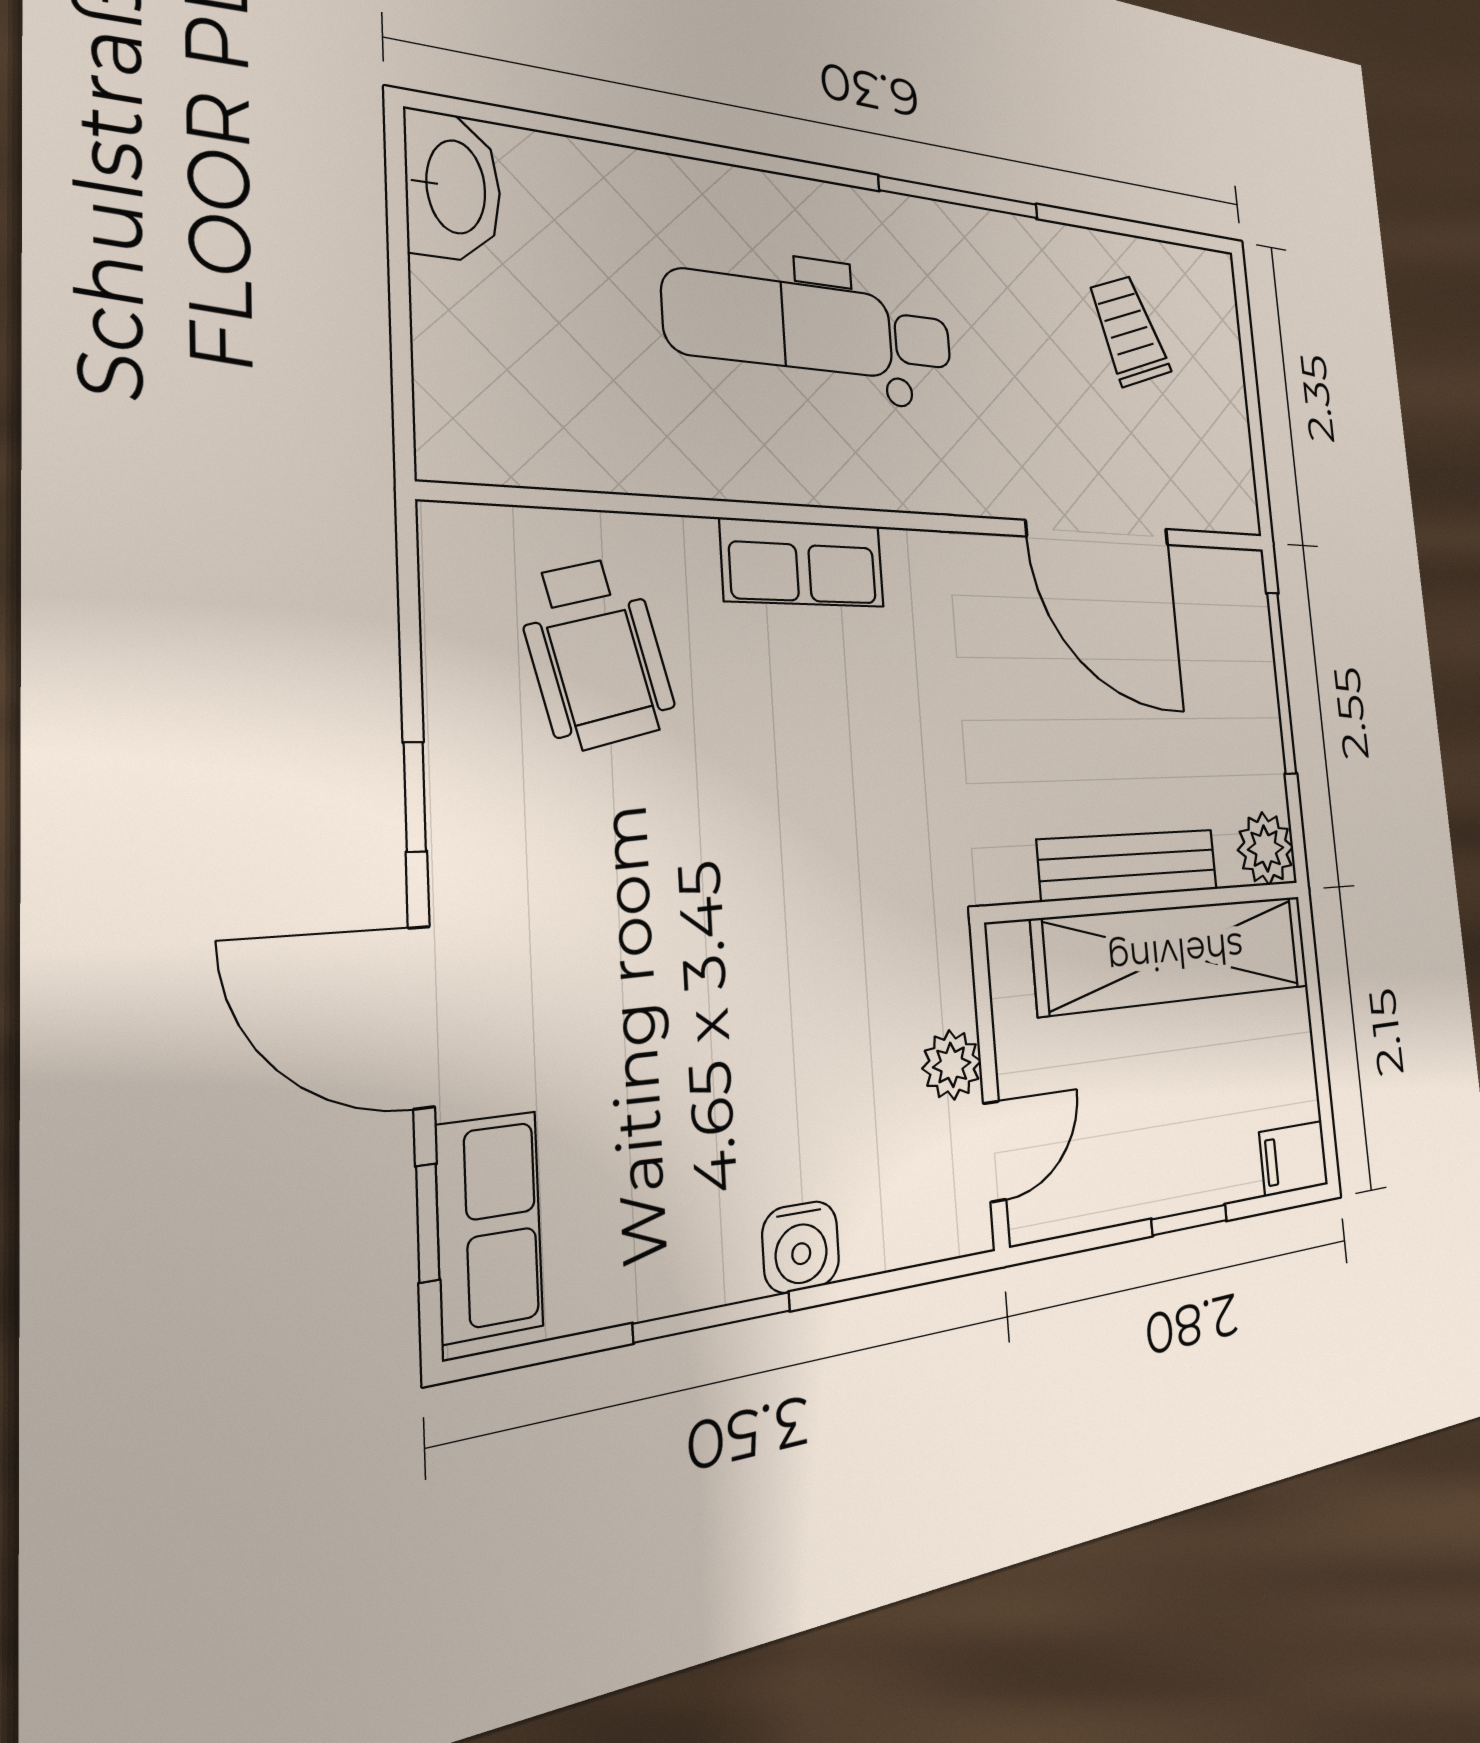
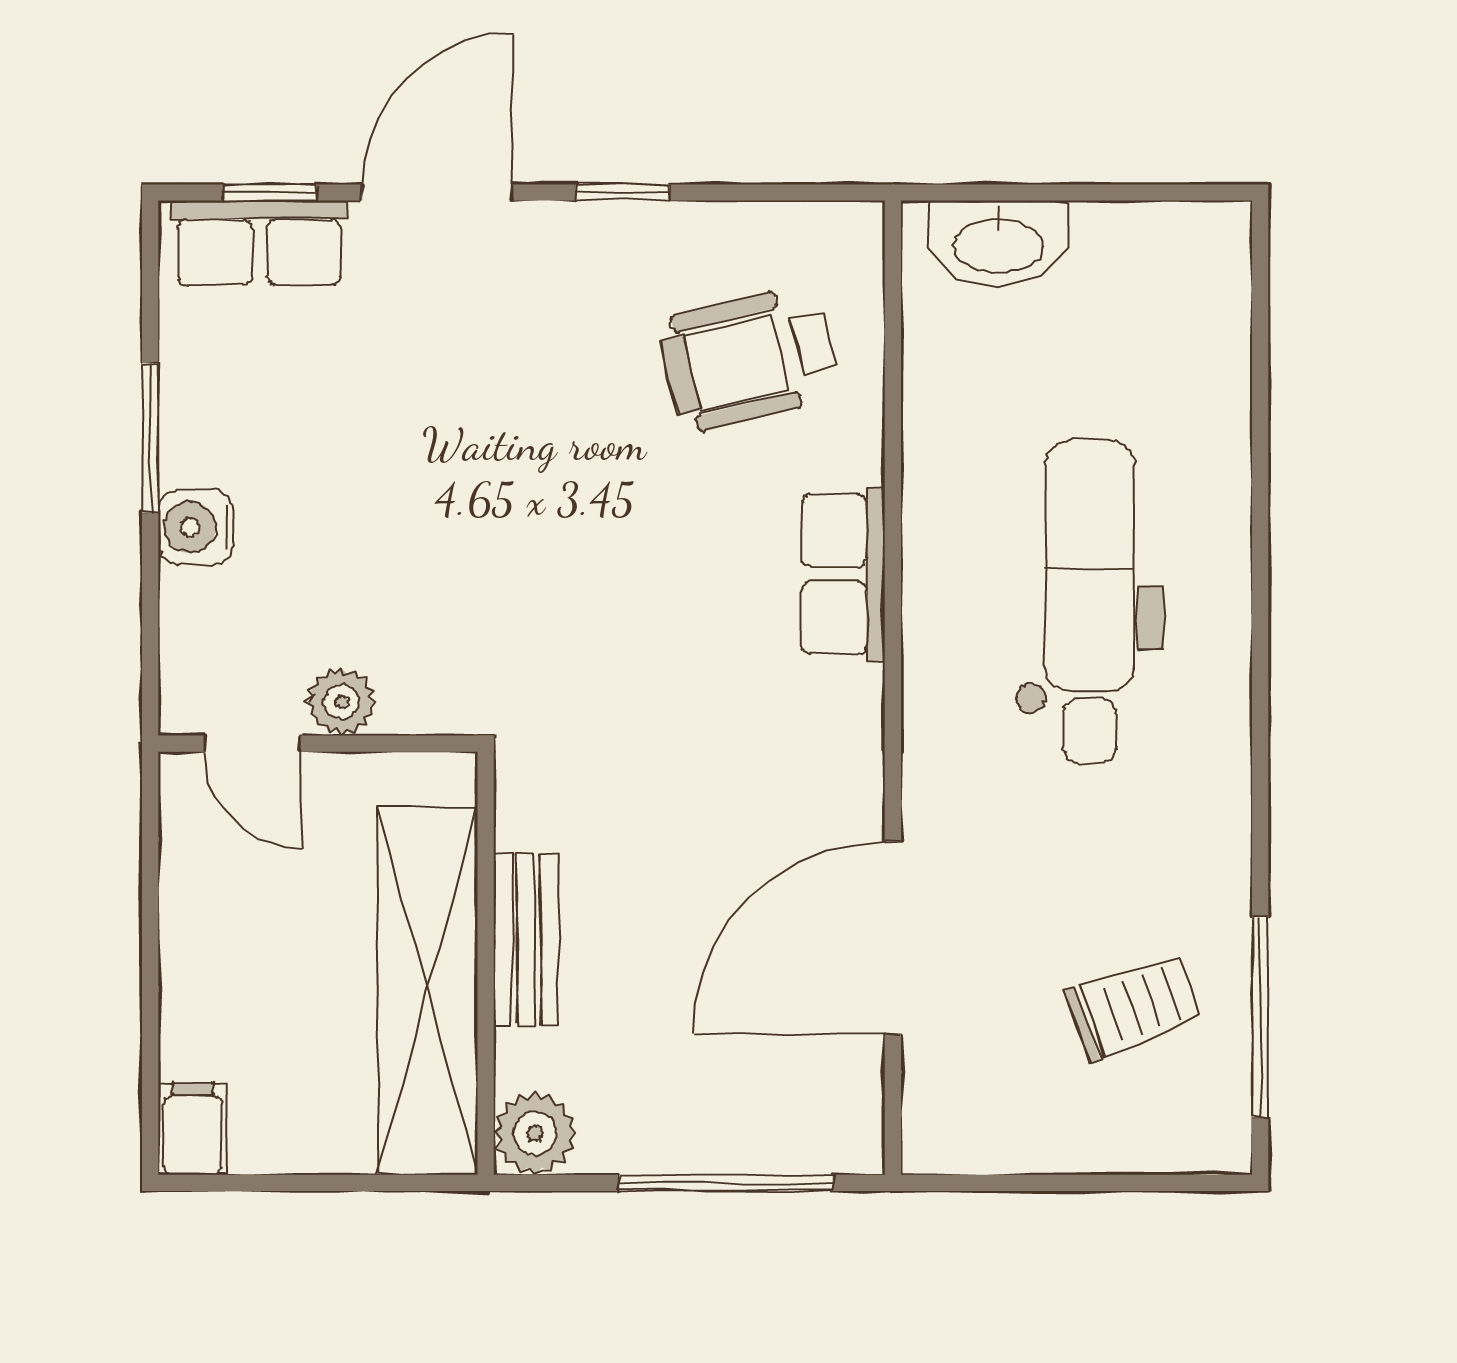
washbasin: (453, 186) -> (998, 243), moved
window: (960, 198) -> (1260, 1017), moved
bench: (1129, 865) -> (526, 940), width x0.73
window: (1189, 1220) -> (150, 977), removed

